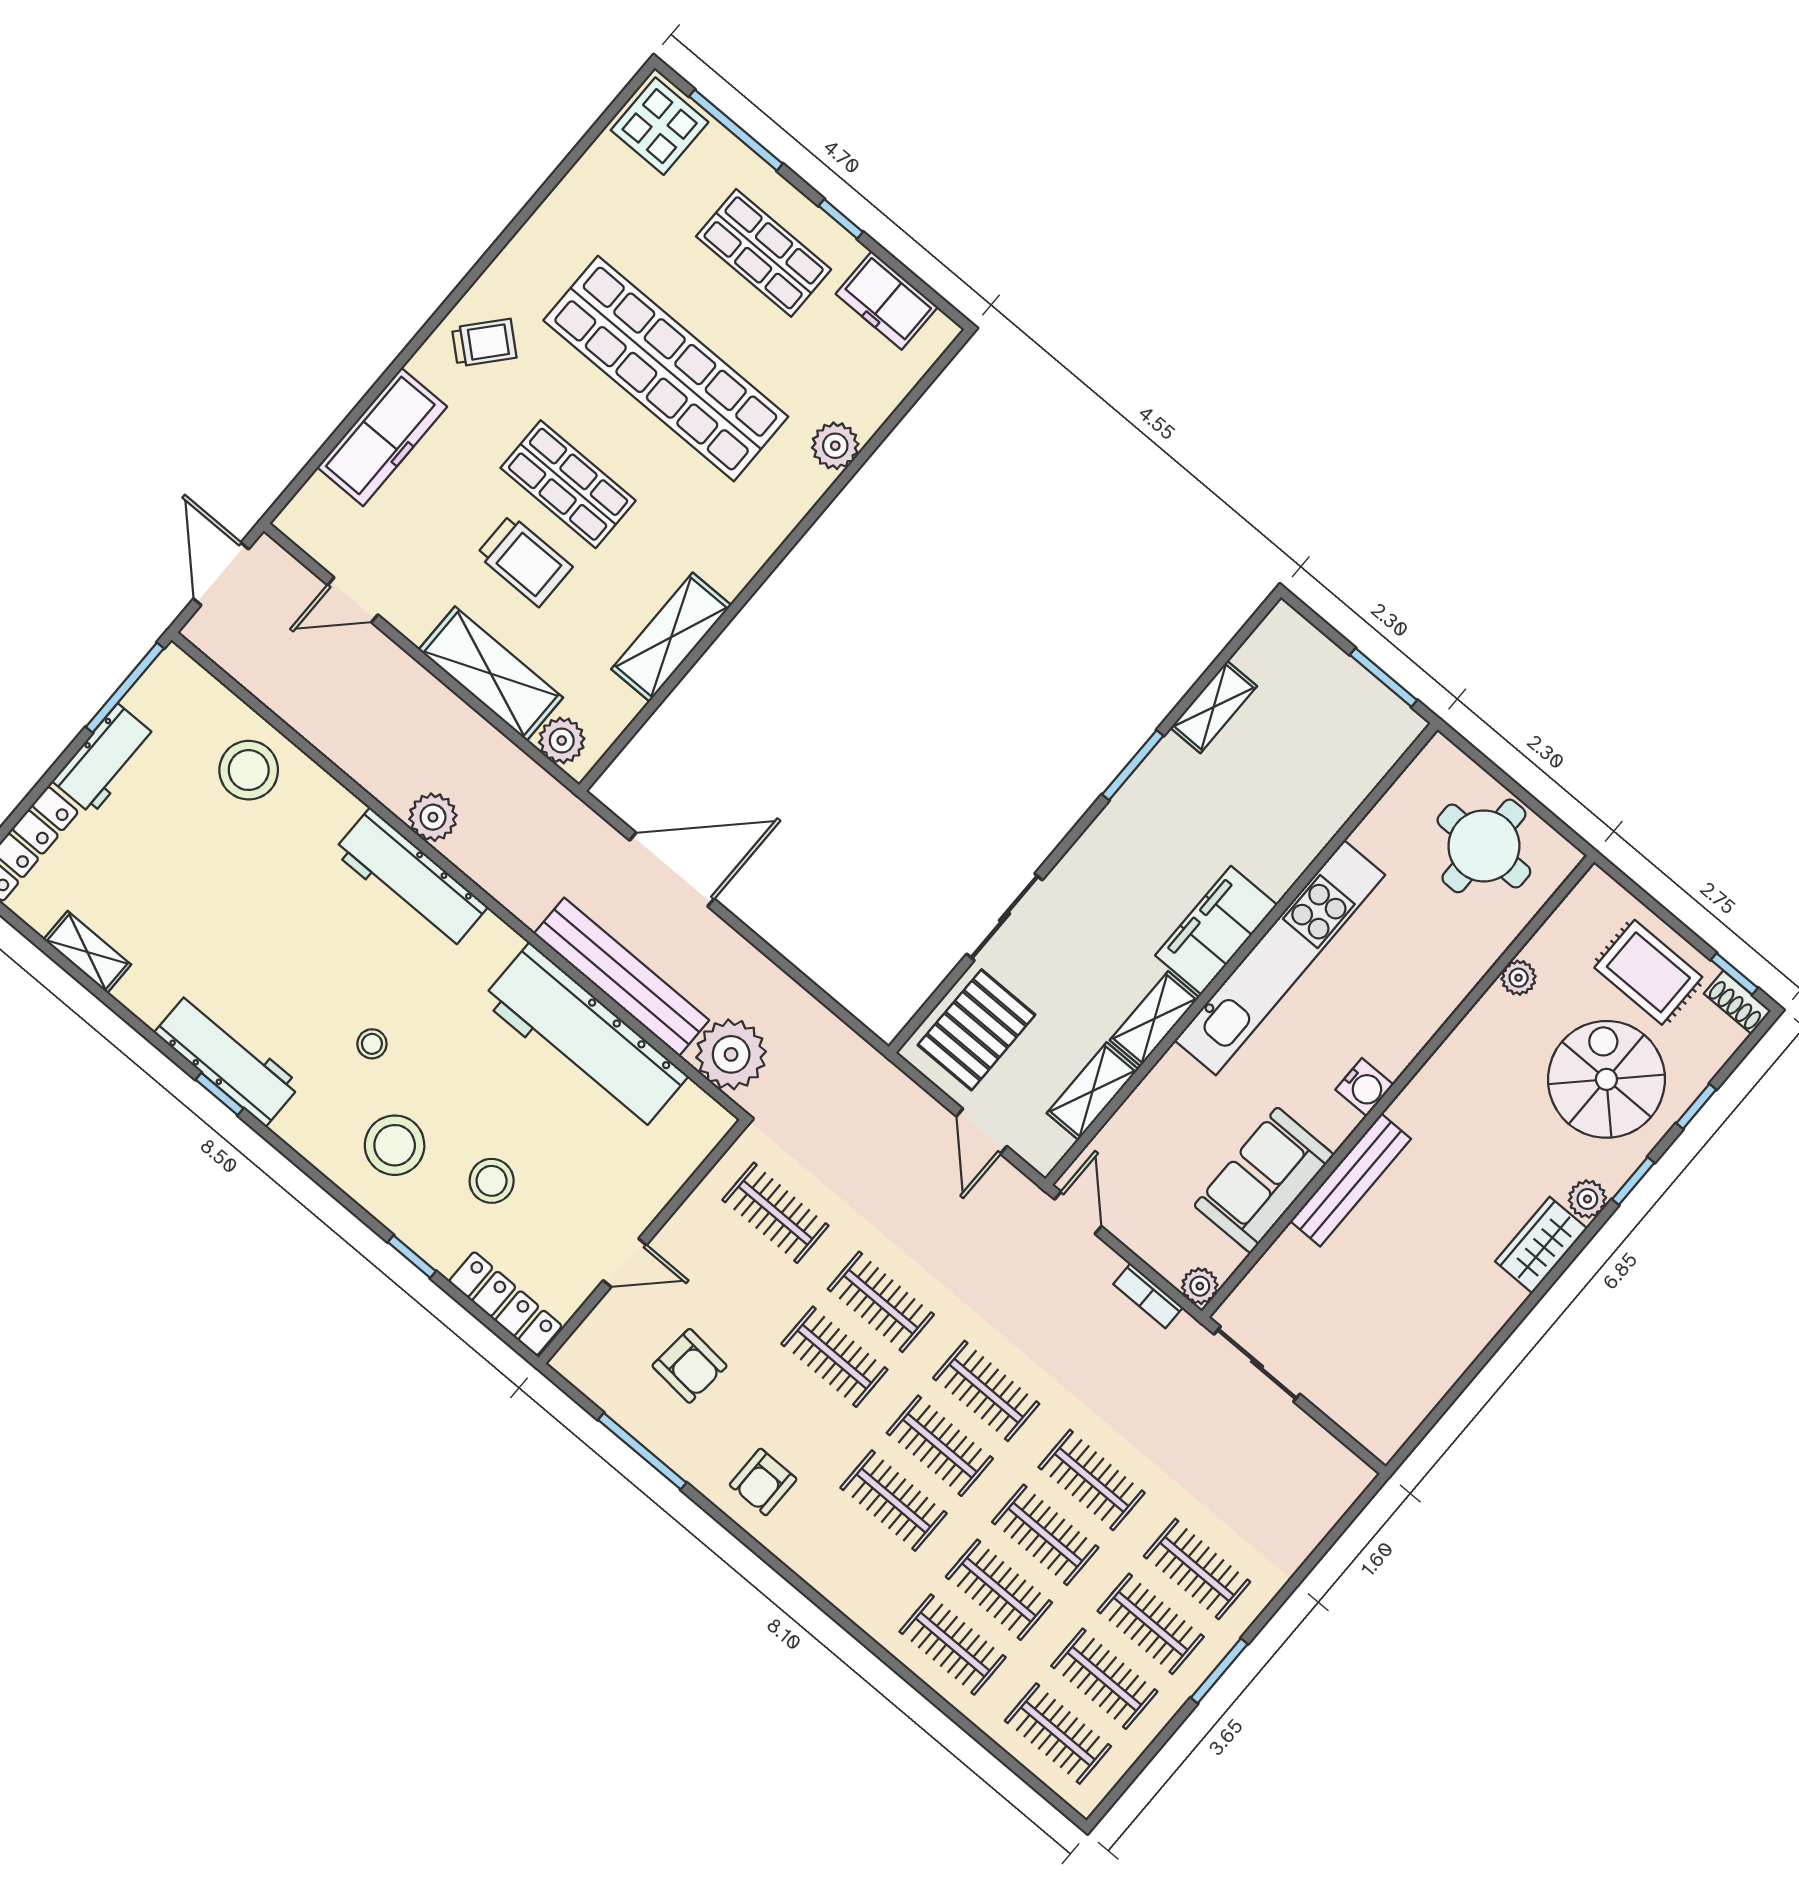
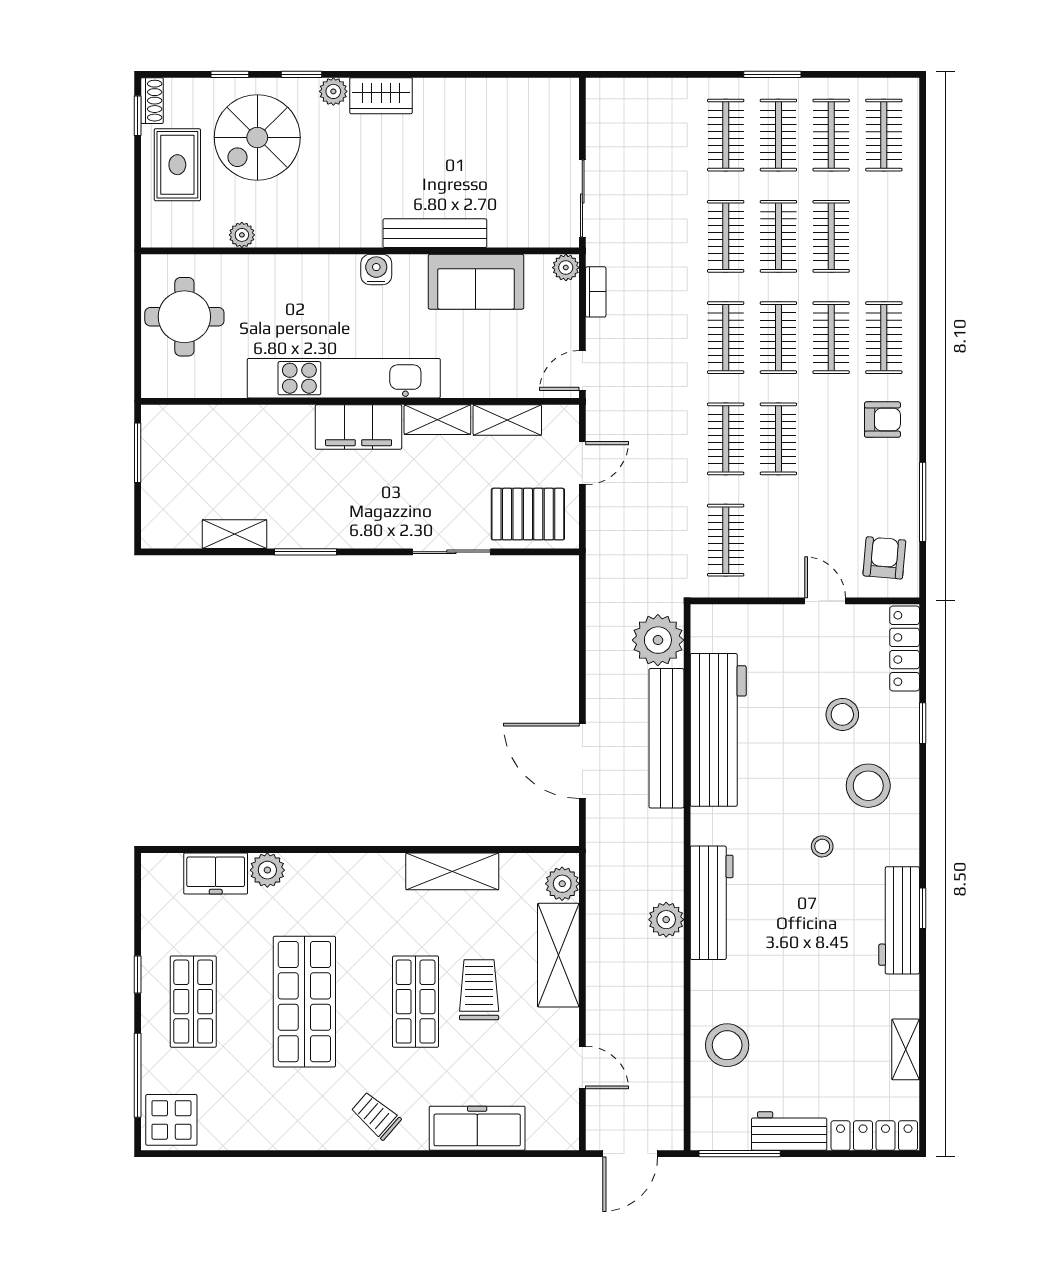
freezer: (887, 300) -> (216, 873), moved, turned 90
shop shelf: (666, 369) -> (304, 1002), width x0.71
armchair: (690, 1366) -> (884, 558), moved
clothes rail: (953, 1645) -> (884, 338), moved

